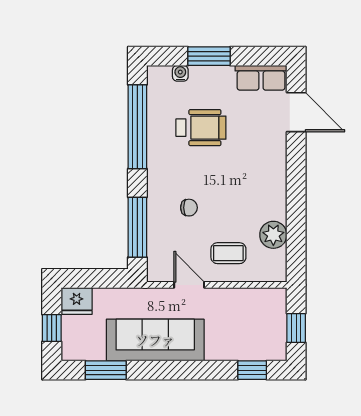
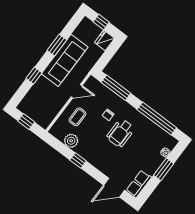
wheelchair: (201, 128) -> (120, 133), moved
window: (296, 201) -> (78, 161), added
window: (106, 370) -> (57, 45), moved
window: (252, 370) -> (34, 76), moved

